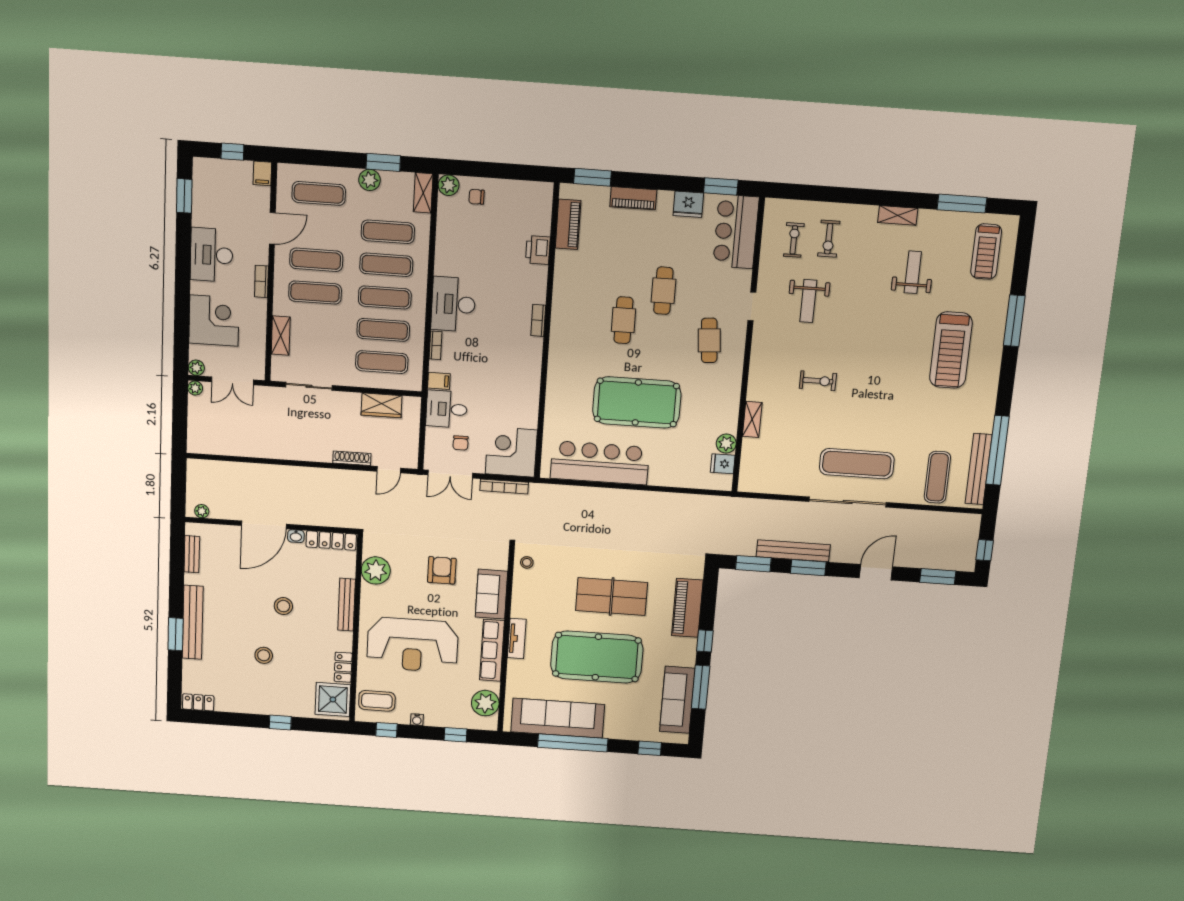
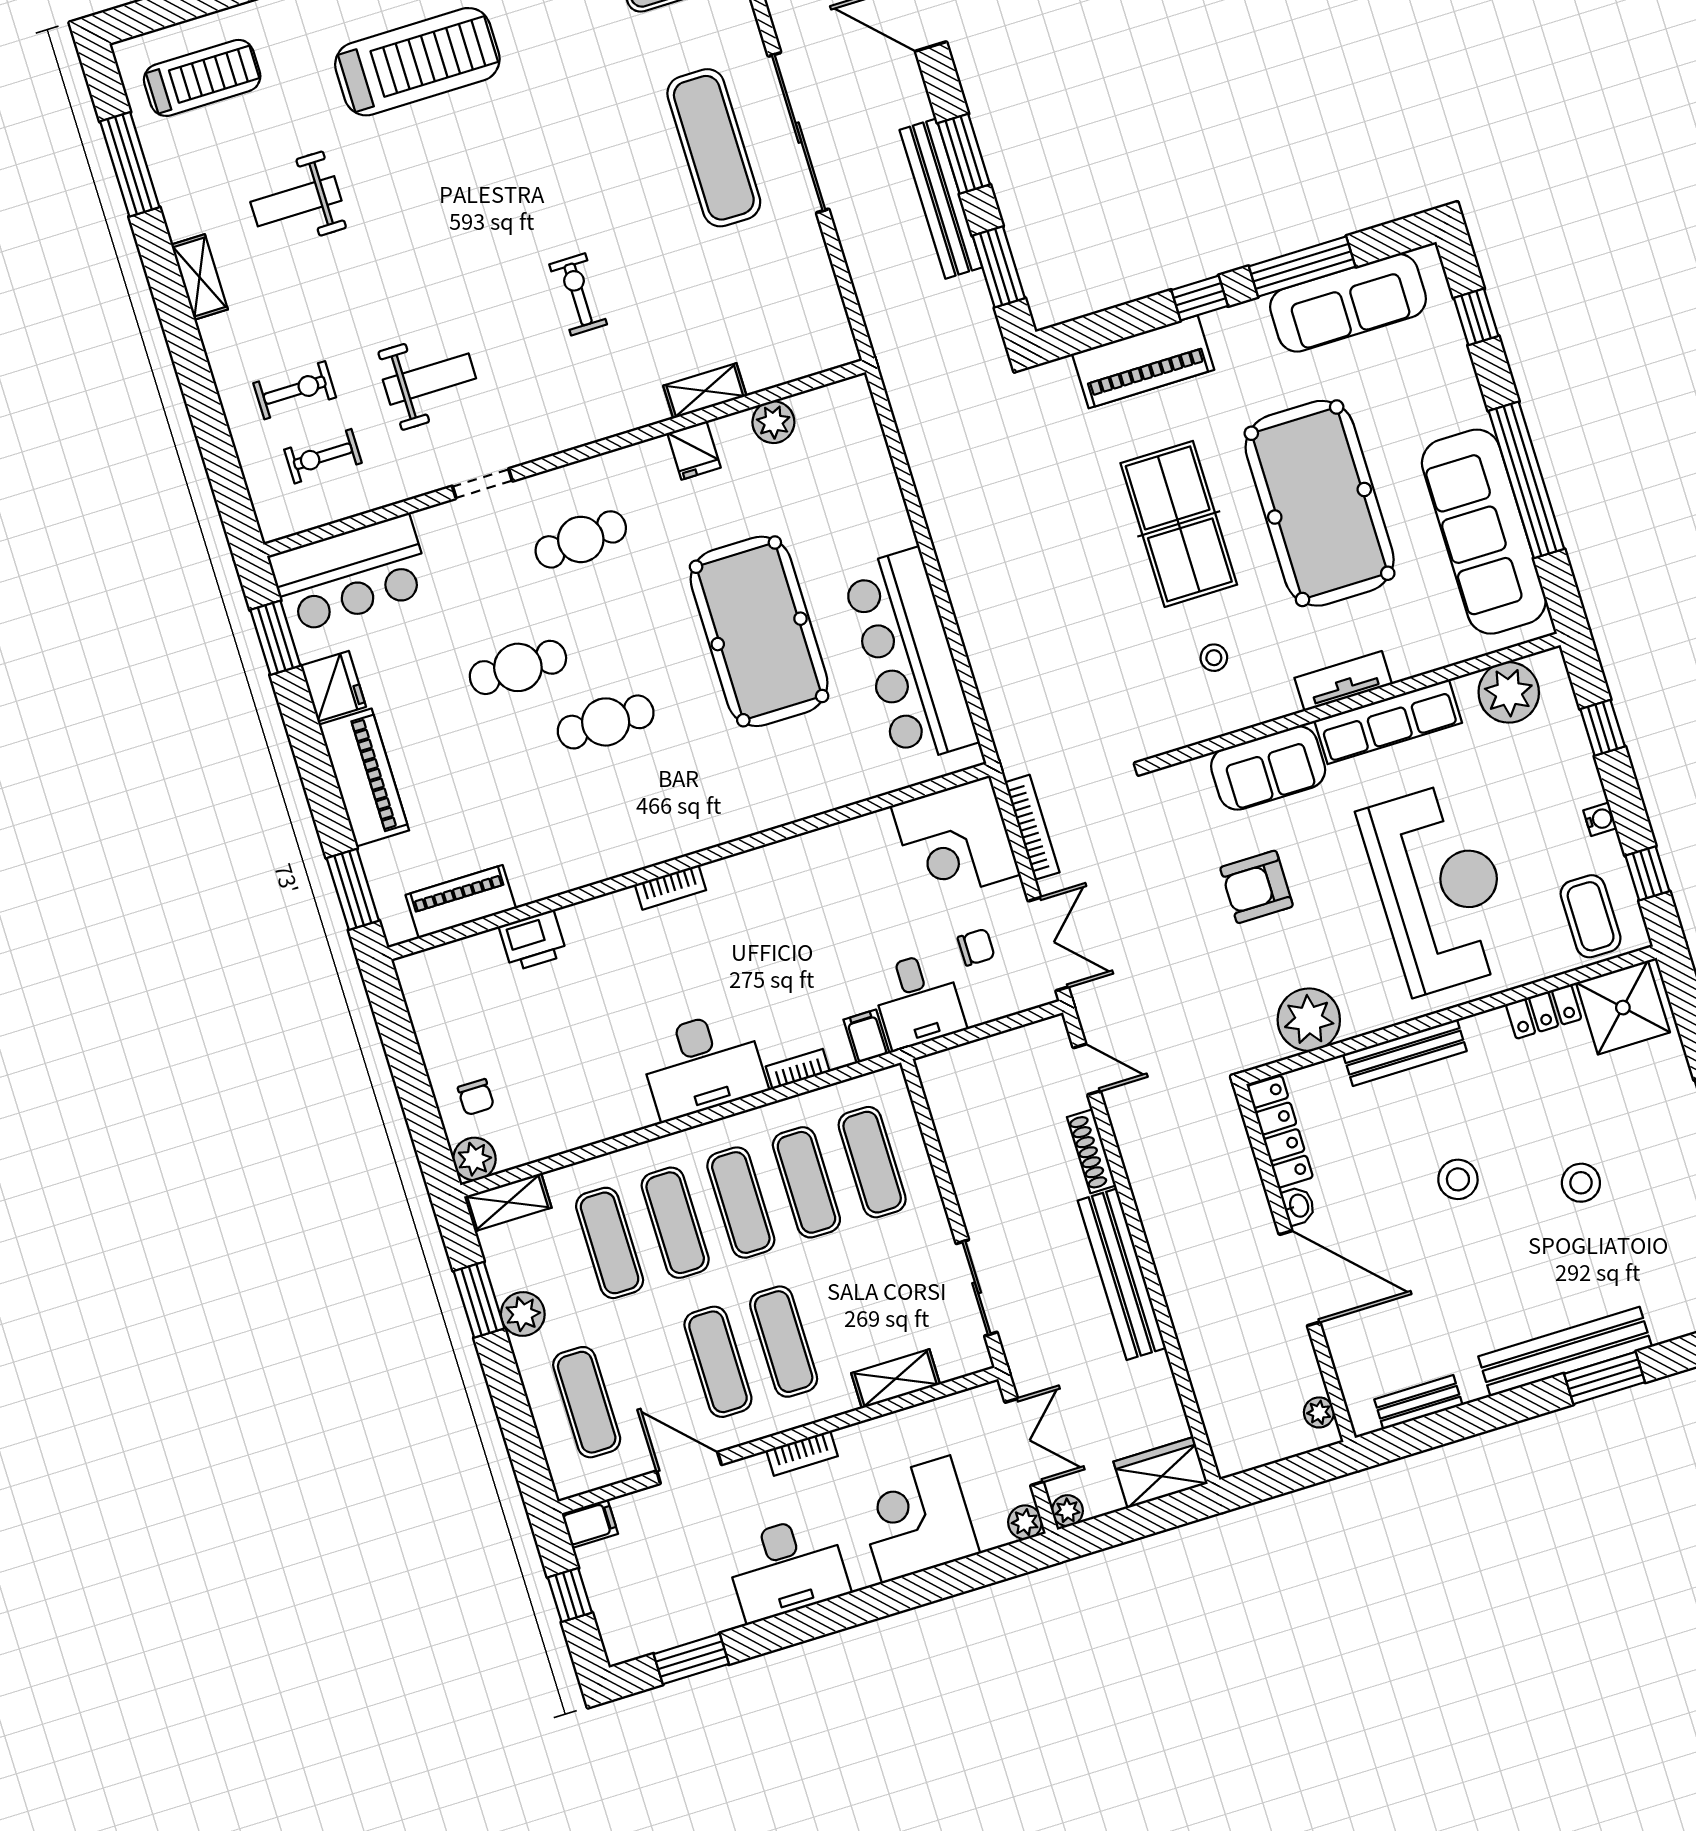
piano: (633, 198) -> (364, 778), width x1.37, depth x1.33
wardrobe: (381, 405) -> (1161, 1473), moved, turned -90
bench: (293, 451) -> (1122, 1274), added
fridge: (723, 464) -> (694, 450), moved
stool: (527, 562) -> (1214, 658), moved

